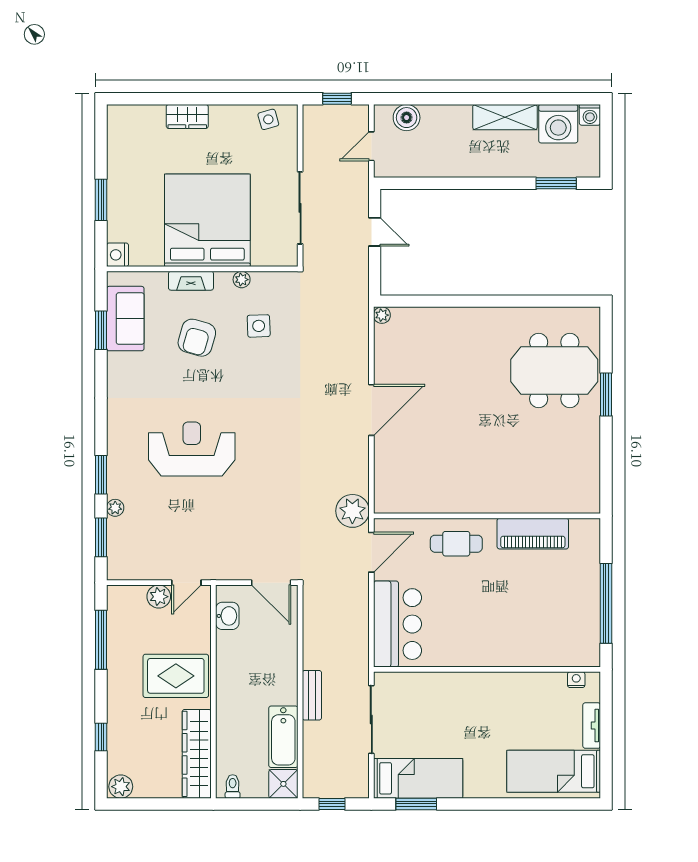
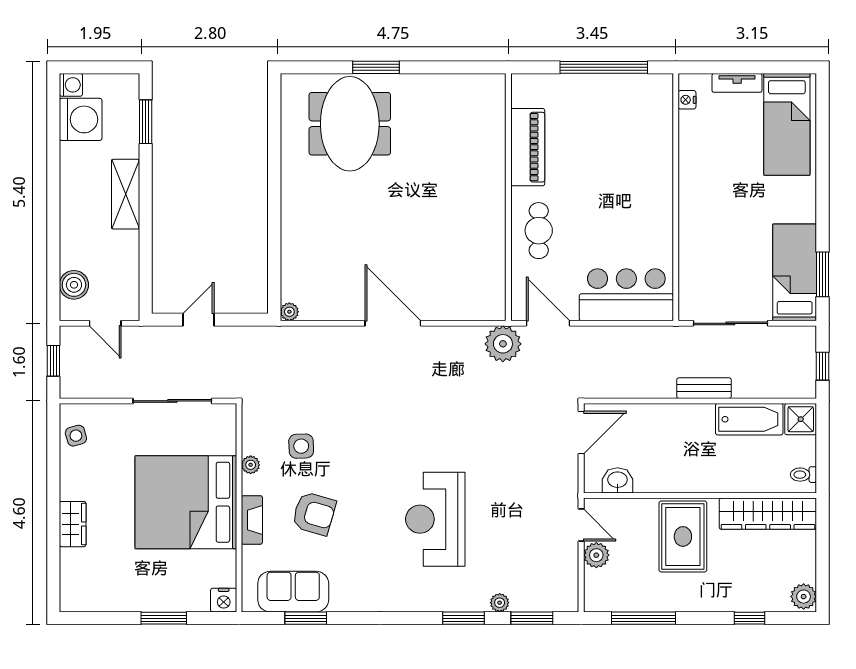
shelving: (505, 117) -> (126, 194), moved

